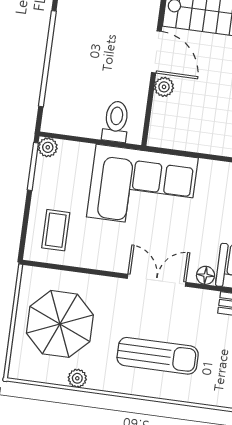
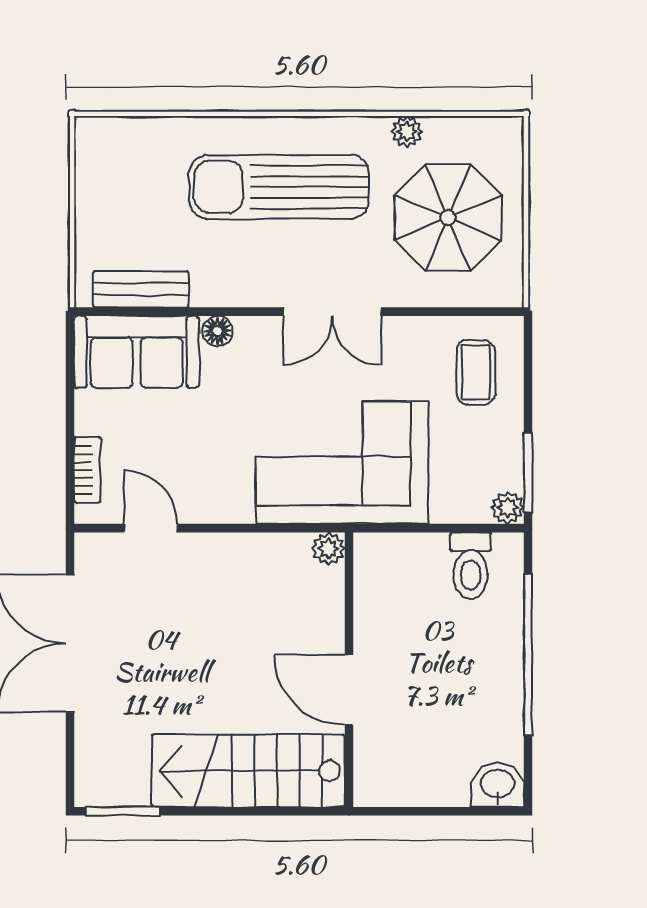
plant: (164, 87) -> (329, 549), moved
toilet: (116, 122) -> (471, 566), moved
double door: (157, 280) -> (332, 312), moved
sun lounger: (158, 356) -> (279, 187), width x1.36, depth x1.34

